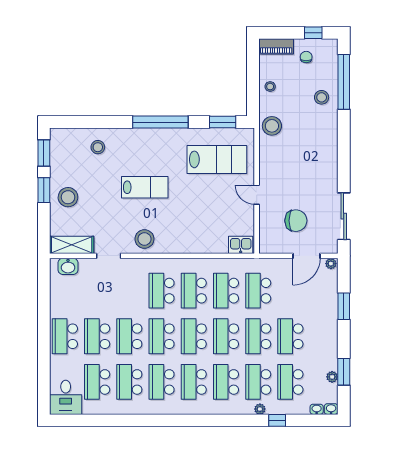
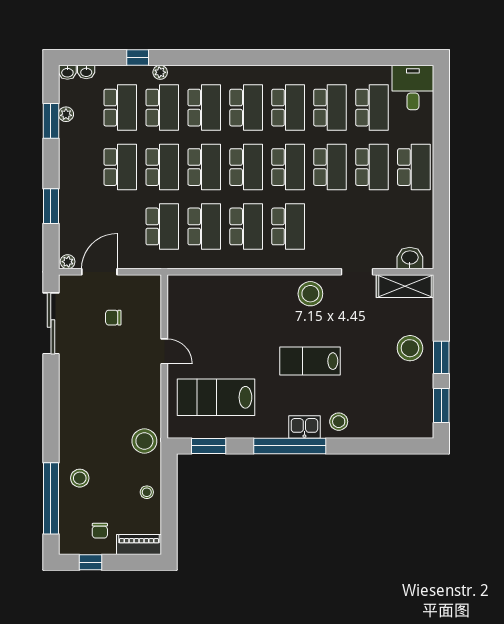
stool: (98, 147) -> (339, 422), moved
chair: (296, 221) -> (113, 318), width x0.54, depth x0.54
kitchen sink: (241, 245) -> (304, 427), moved, turned 180

